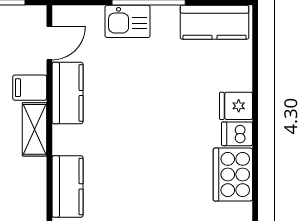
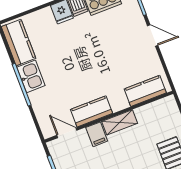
kitchen sink: (128, 21) -> (31, 76), moved

